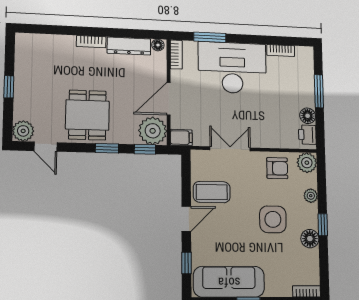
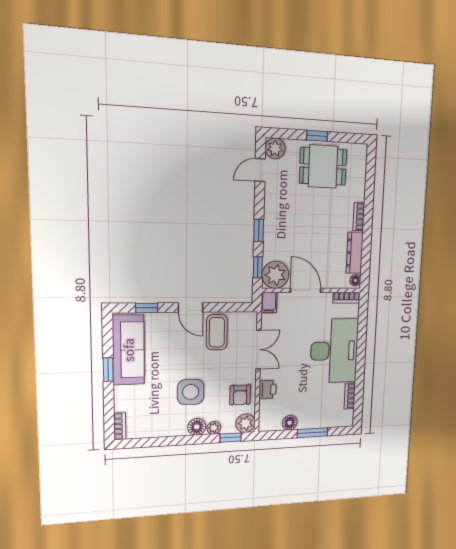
window: (210, 37) -> (362, 329), removed
dining table: (87, 115) -> (323, 166), moved
printer: (307, 135) -> (268, 390), moved, turned 90
window: (323, 225) -> (231, 438), moved
floor lamp: (310, 239) -> (197, 427), moved

